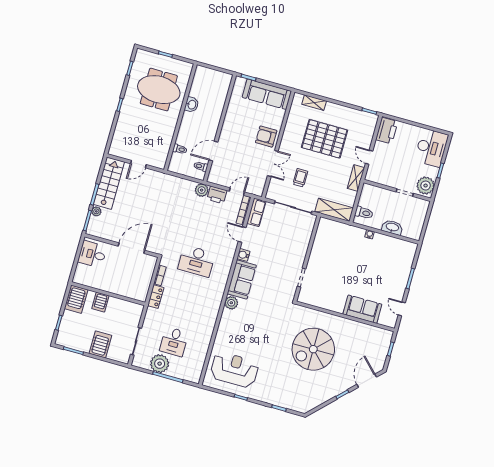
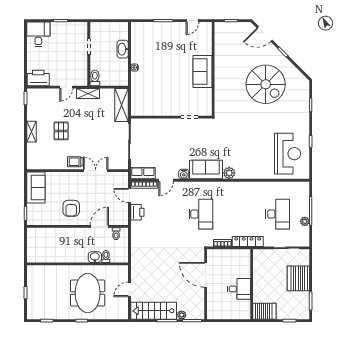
meeting table: (159, 90) -> (88, 293), moved
sofa: (267, 94) -> (36, 187), width x0.73
shelving: (314, 103) -> (32, 132), moved
washbasin: (192, 105) -> (95, 257), moved
armchair: (266, 137) -> (71, 208), moved
pallet: (325, 139) -> (61, 131), width x0.49, depth x0.50
desk: (431, 148) -> (38, 34), width x0.73
door: (213, 151) -> (99, 226), swing flipped
door: (138, 164) -> (129, 289), swing flipped
trolley: (300, 178) -> (75, 162), moved
plant: (426, 186) -> (77, 30), removed
plant: (202, 190) -> (137, 227), removed
toilet: (364, 213) -> (95, 78), moved
desk: (92, 254) -> (239, 289), moved, turned -90
locker: (156, 297) -> (248, 241), width x1.53
server rack: (100, 302) -> (261, 289), removed
sofa: (362, 309) -> (202, 71), moved
desk: (174, 342) -> (278, 214), width x1.37
server rack: (100, 344) -> (298, 278), width x1.60
spiral stairs: (313, 349) -> (266, 84), moved
plant: (160, 364) -> (305, 221), width x0.53, depth x0.53
reception desk: (234, 370) -> (288, 154), turned 180

